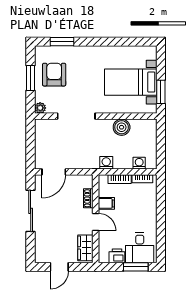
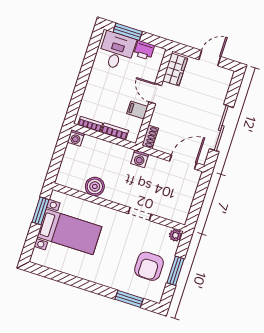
doorway: (76, 116) -> (140, 214), width x0.53
washing machine: (106, 163) -> (140, 159), moved
washing machine: (139, 163) -> (76, 138), moved
shoe rack: (88, 198) -> (150, 137), moved

